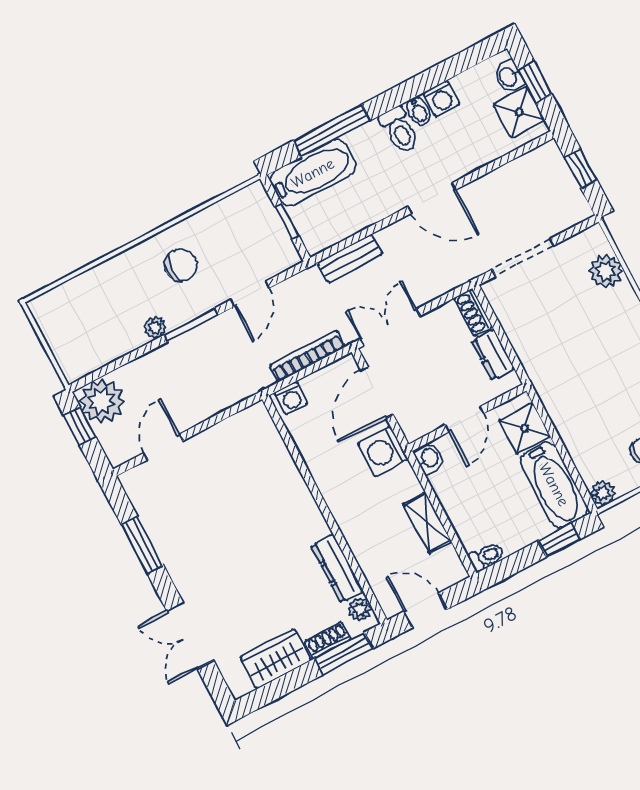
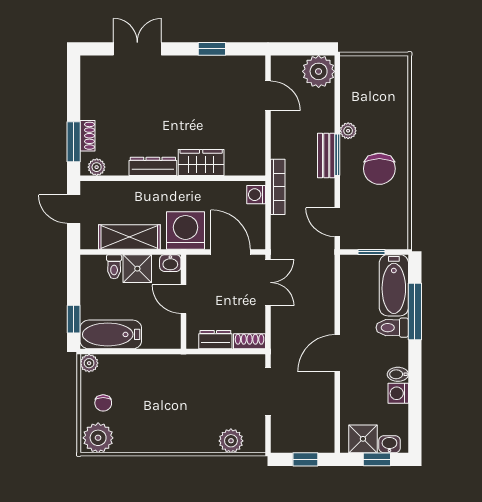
toilet: (399, 130) -> (392, 328), moved
bench: (350, 259) -> (326, 155), moved
chair: (181, 265) -> (379, 169), width x1.37, depth x1.37
door: (250, 294) -> (337, 222), moved
bookcase: (307, 356) -> (278, 187), moved
window: (80, 426) -> (310, 49), removed
shower: (525, 428) -> (137, 269), moved
washing machine: (383, 451) -> (186, 230), width x1.37, depth x1.37
shelving: (427, 523) -> (129, 237), width x1.50, depth x1.33
window: (142, 545) -> (212, 49), width x0.67
toilet: (486, 557) -> (114, 267), moved
dresser: (337, 568) -> (153, 166), moved
door: (425, 610) -> (74, 209), swing flipped
wardrobe: (276, 659) -> (201, 162), moved, turned -90

